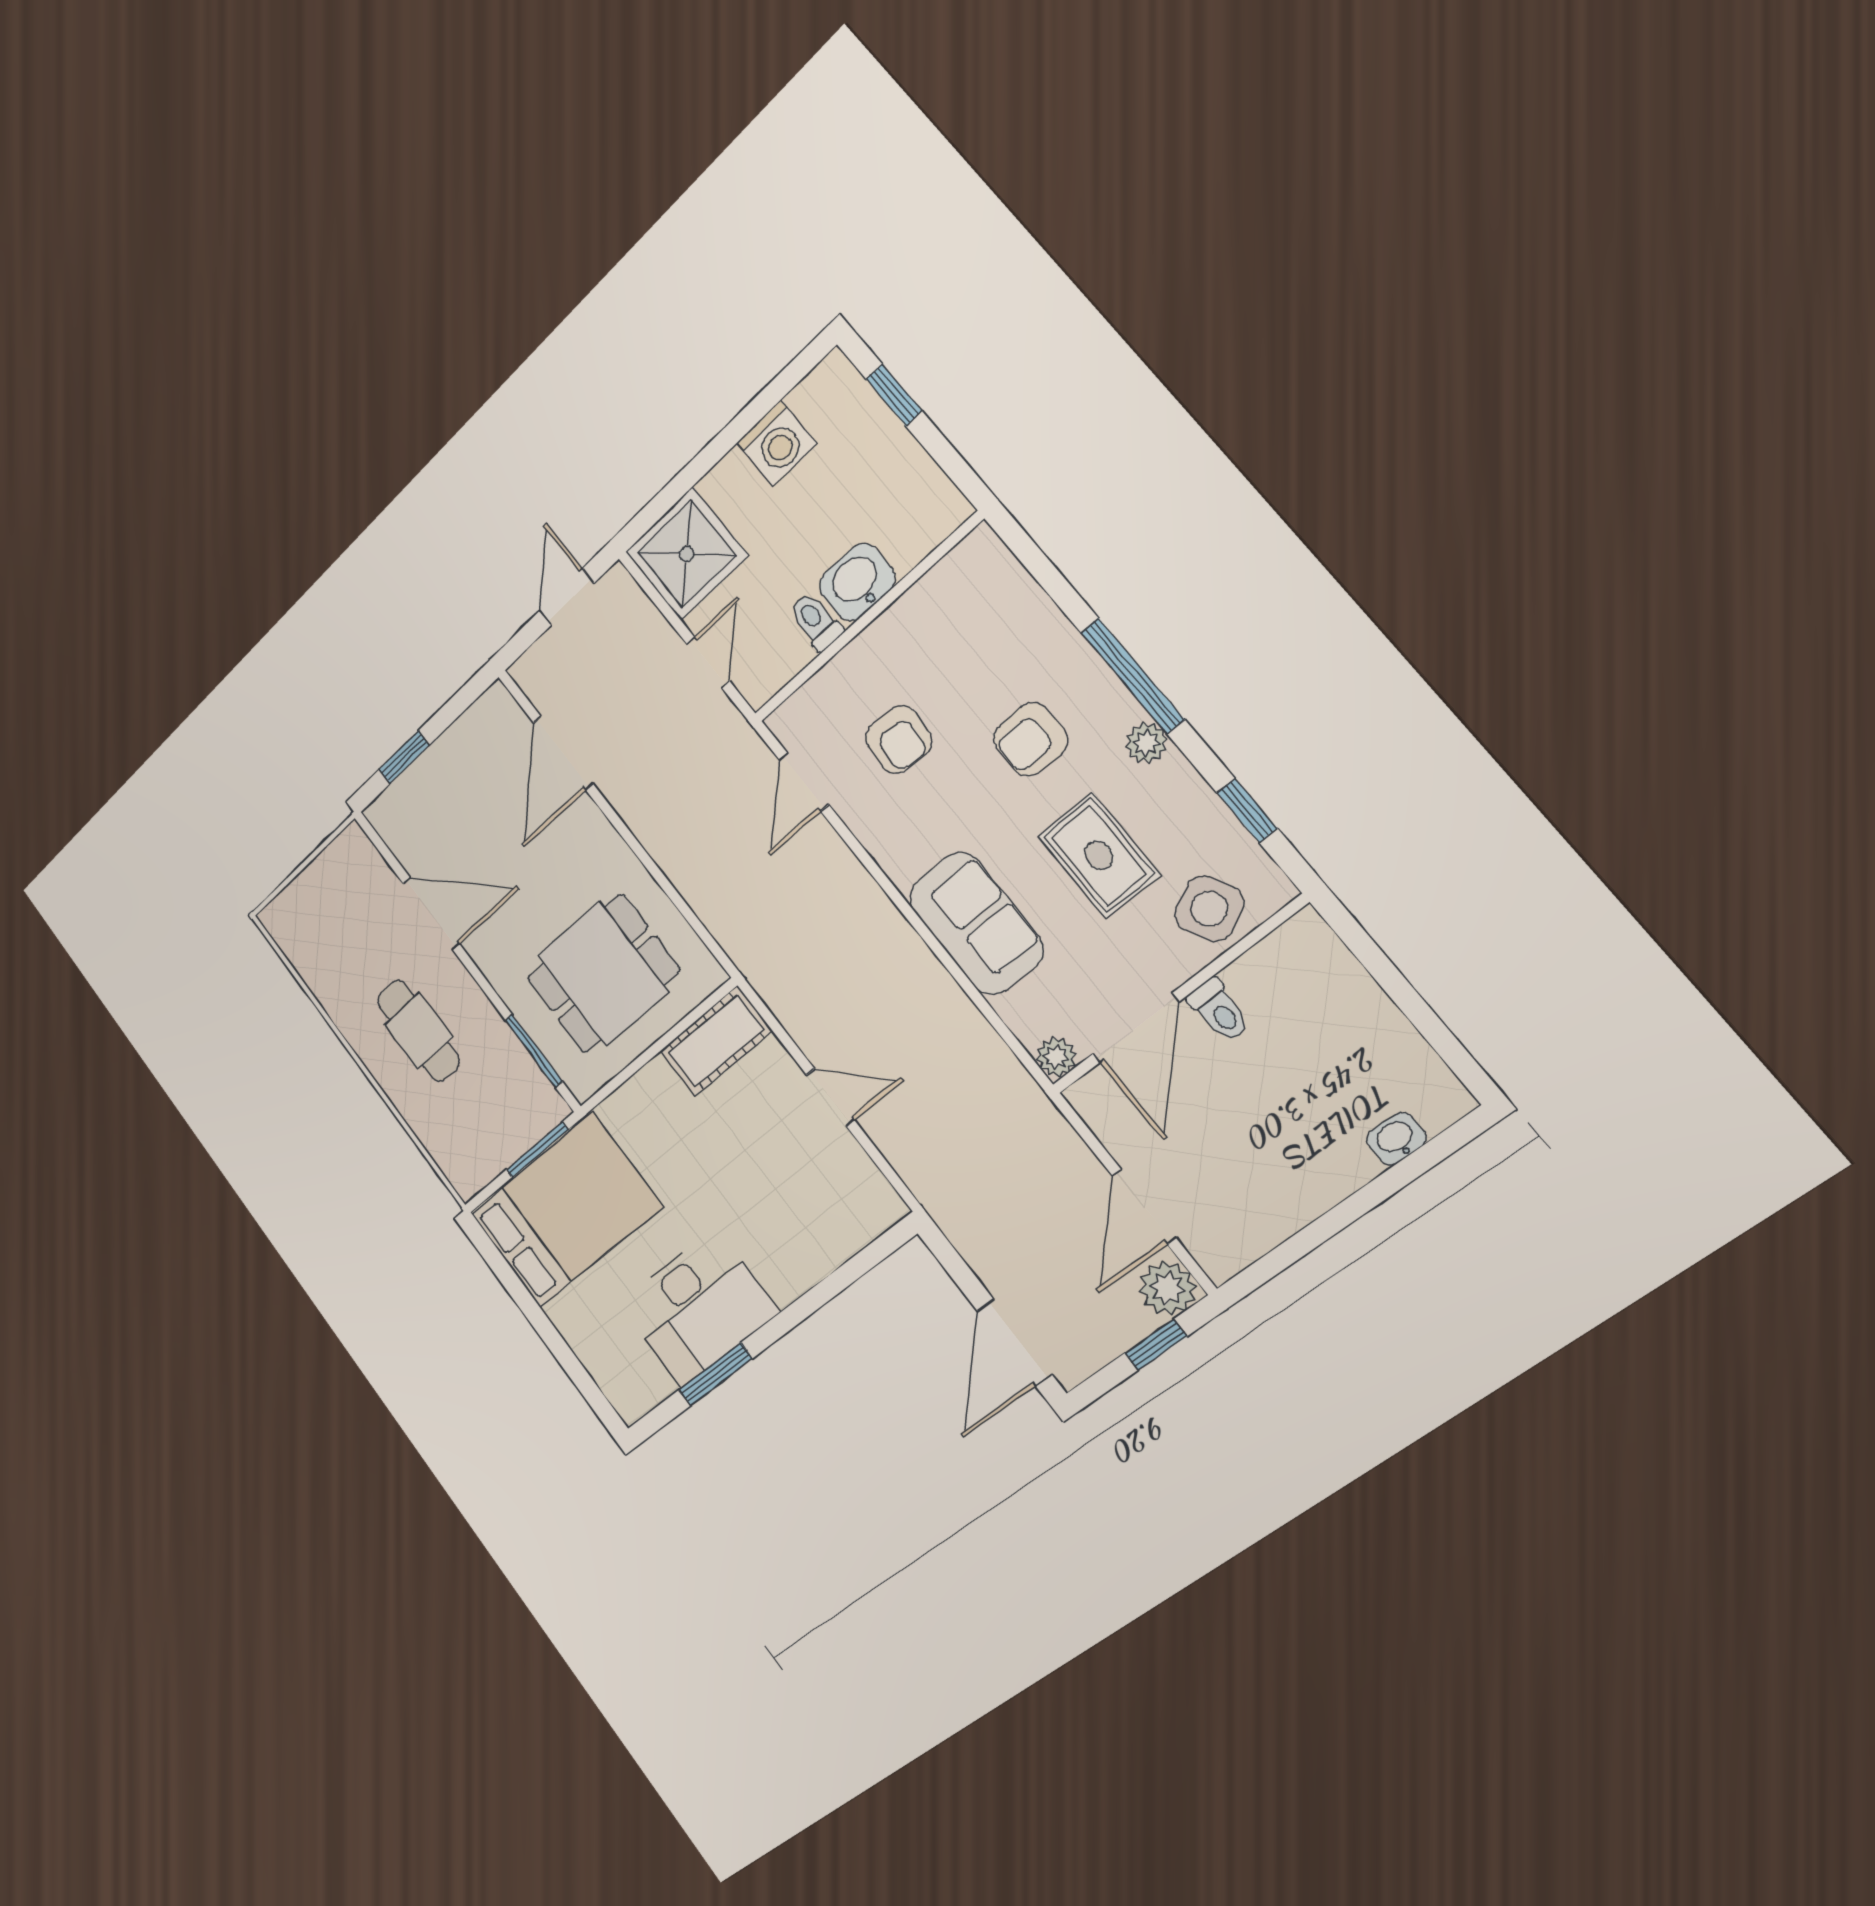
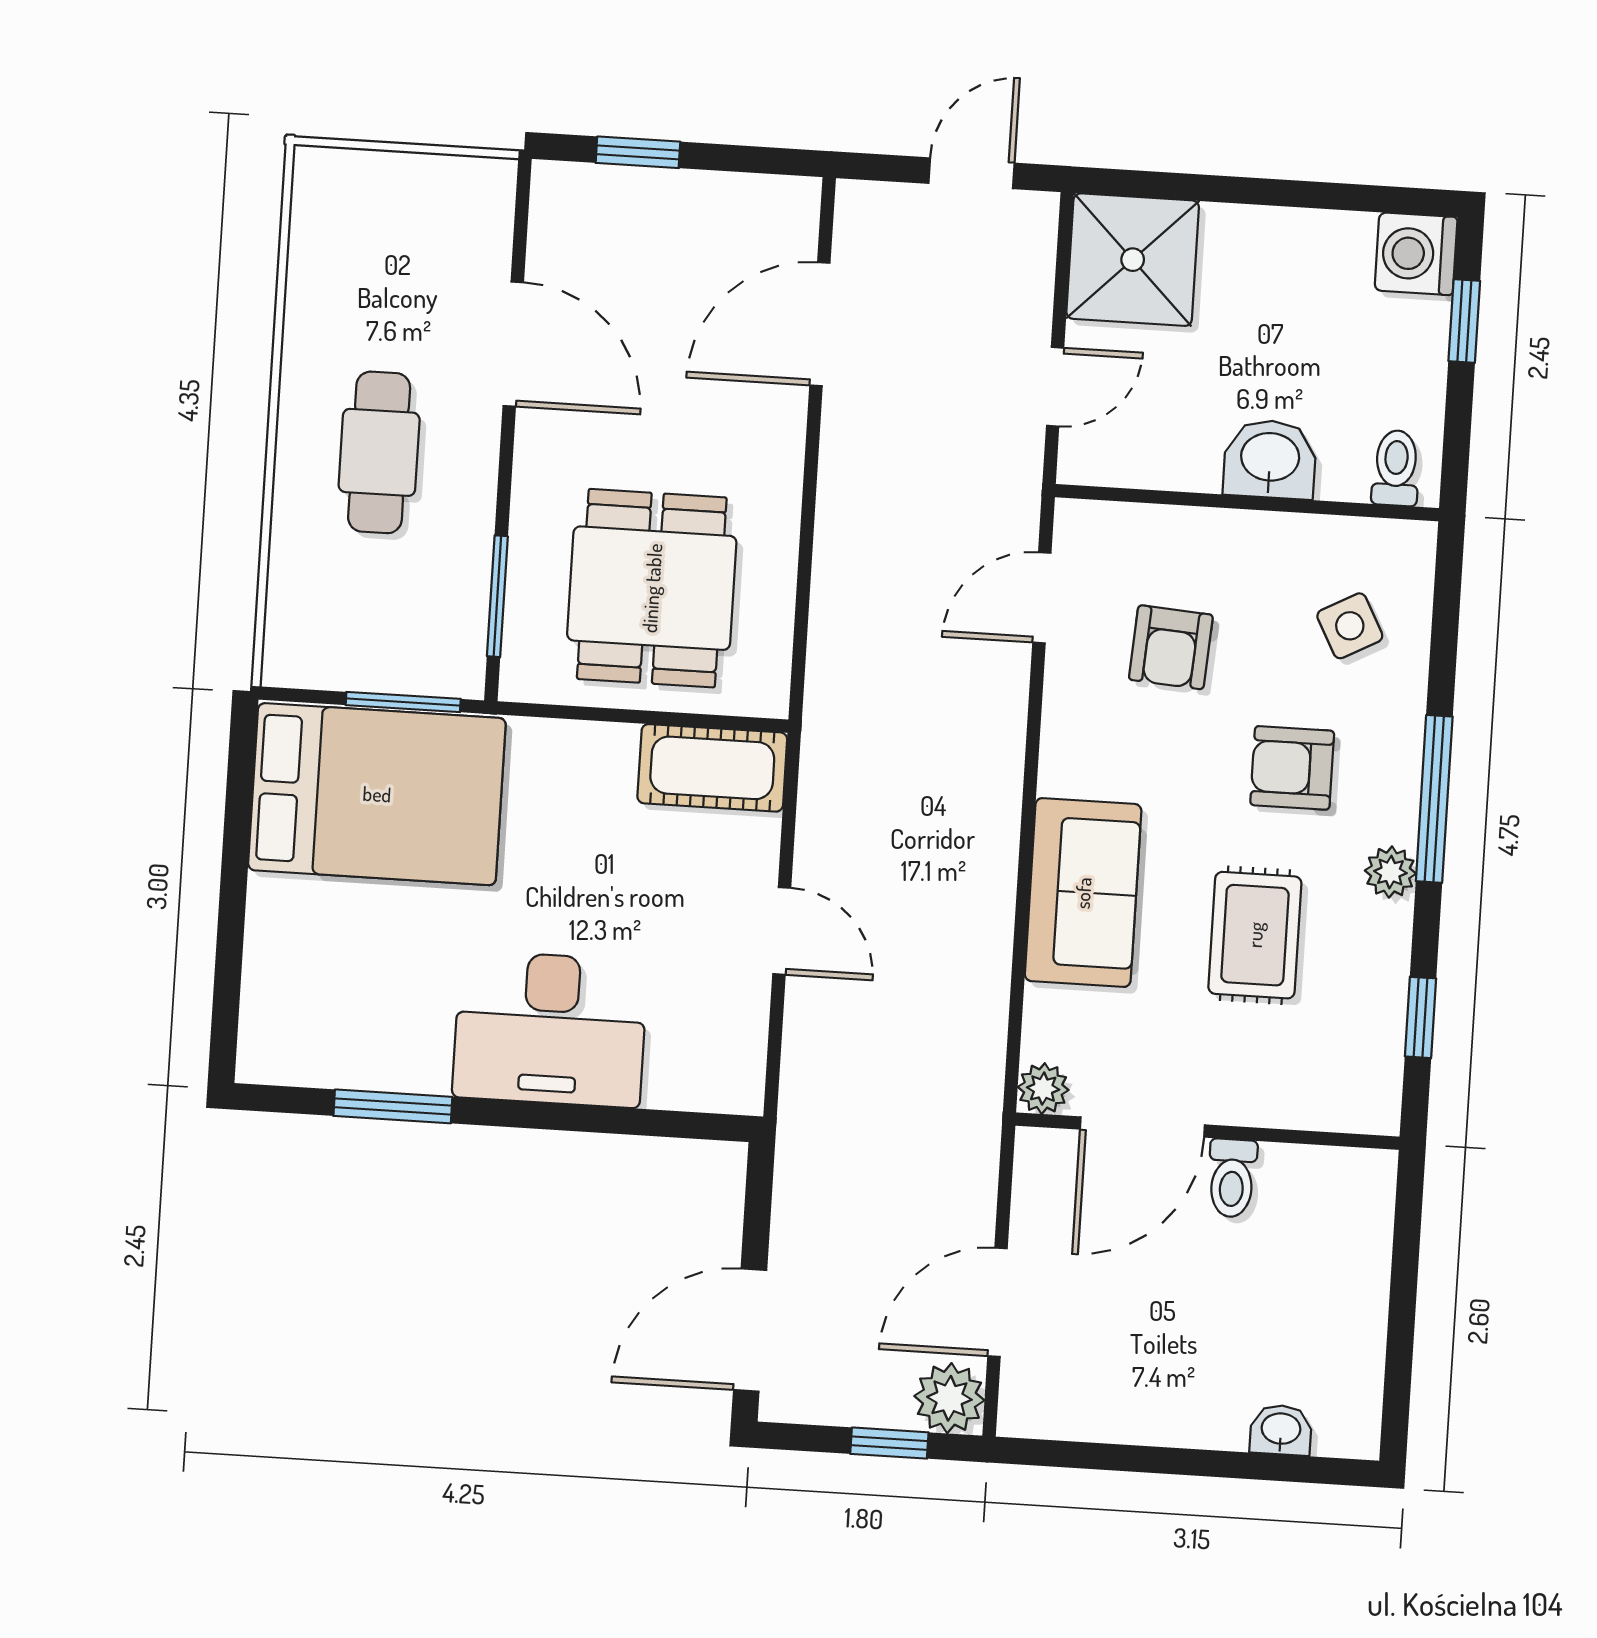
washing machine: (777, 443) -> (1416, 254), moved, turned 90
toilet: (816, 621) -> (1396, 468), moved
side table: (1209, 909) -> (1350, 626), moved, width x0.73, depth x0.73
dining table: (603, 974) -> (652, 588), turned 90
desk: (698, 1308) -> (550, 1029), moved

